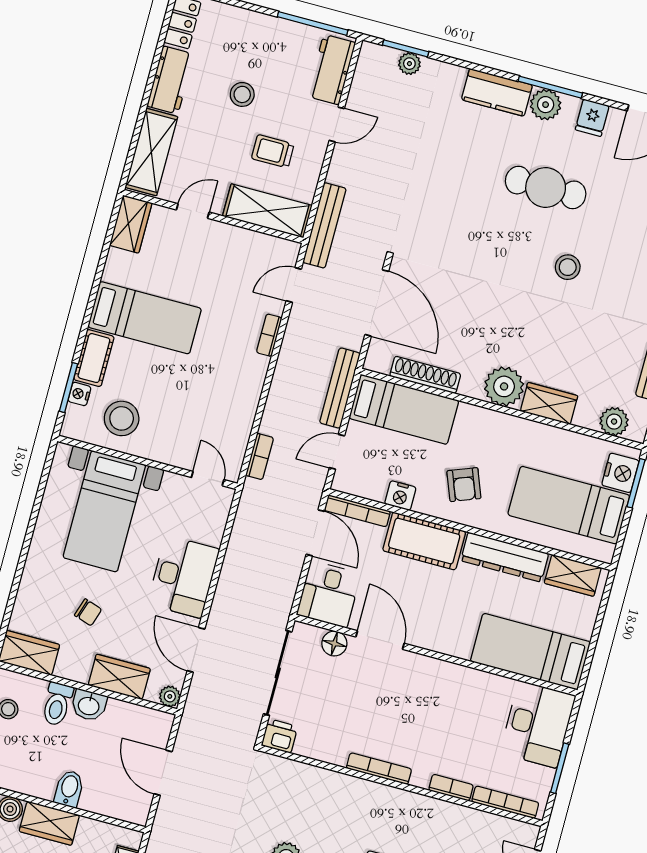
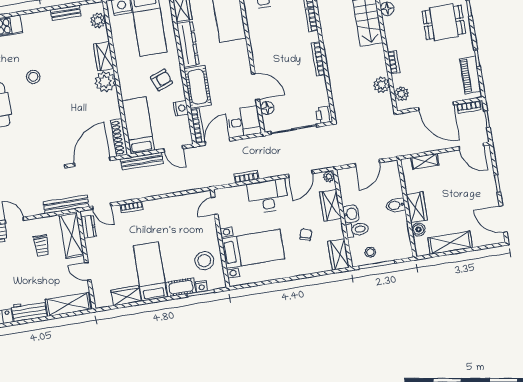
stool: (242, 94) -> (20, 273), removed
wardrobe: (131, 224) -> (126, 296), moved
dresser: (268, 246) -> (88, 227), added
shoe rack: (425, 375) -> (119, 138), moved
bookcase: (260, 457) -> (246, 177), moved
door: (380, 640) -> (256, 87), swing flipped

